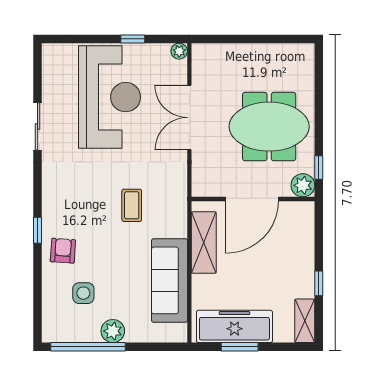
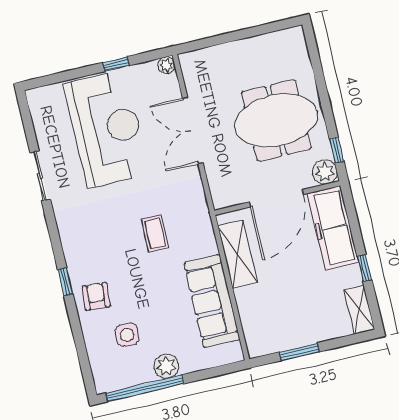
freezer: (234, 326) -> (333, 228), moved, turned -90

